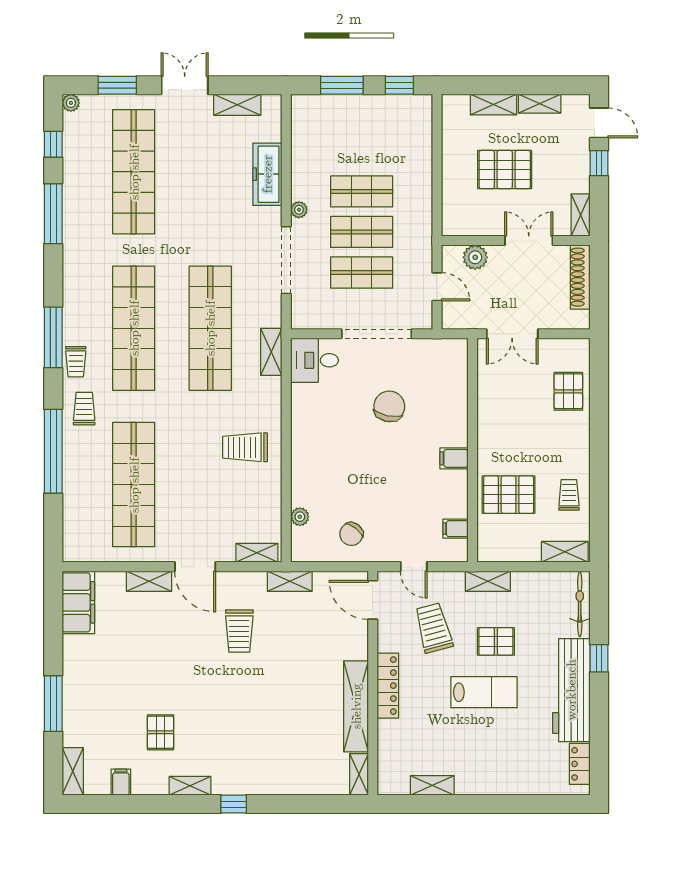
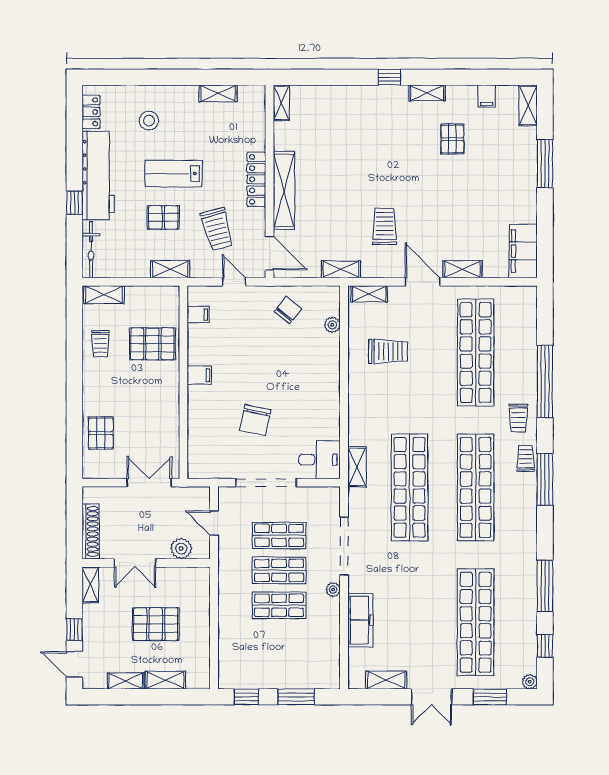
trolley: (245, 447) -> (388, 351), moved
shelving: (356, 706) -> (284, 190), moved
stool: (512, 754) -> (149, 121), added

